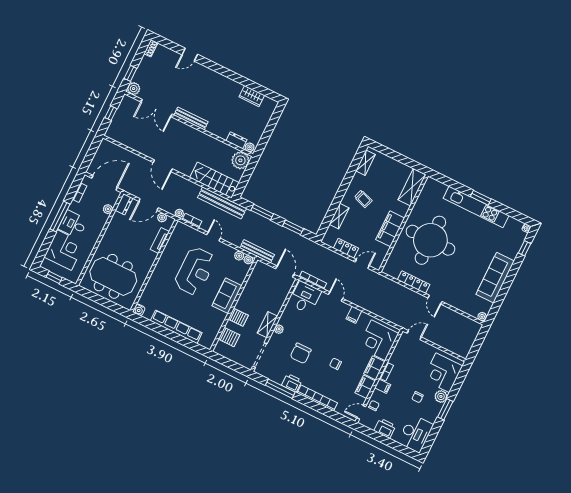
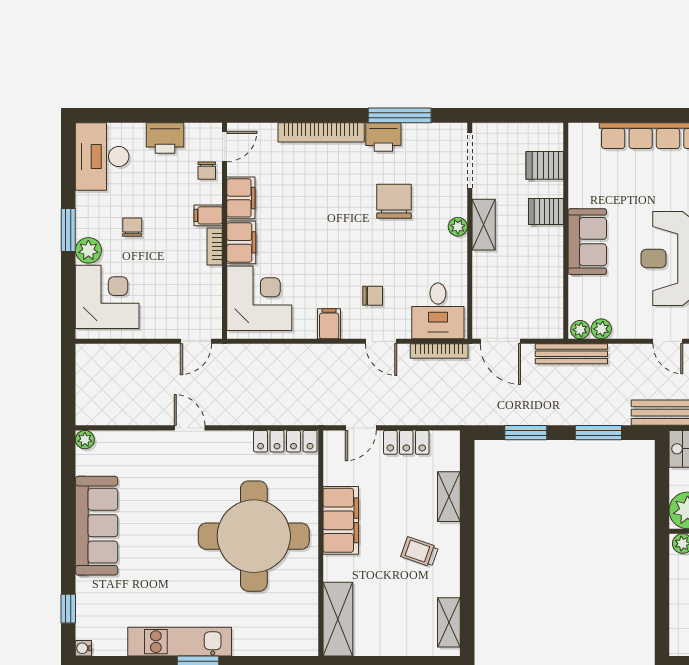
kitchen unit: (476, 207) -> (180, 642), width x0.73
locker: (414, 282) -> (285, 441), moved
chair: (335, 364) -> (373, 296), moved

